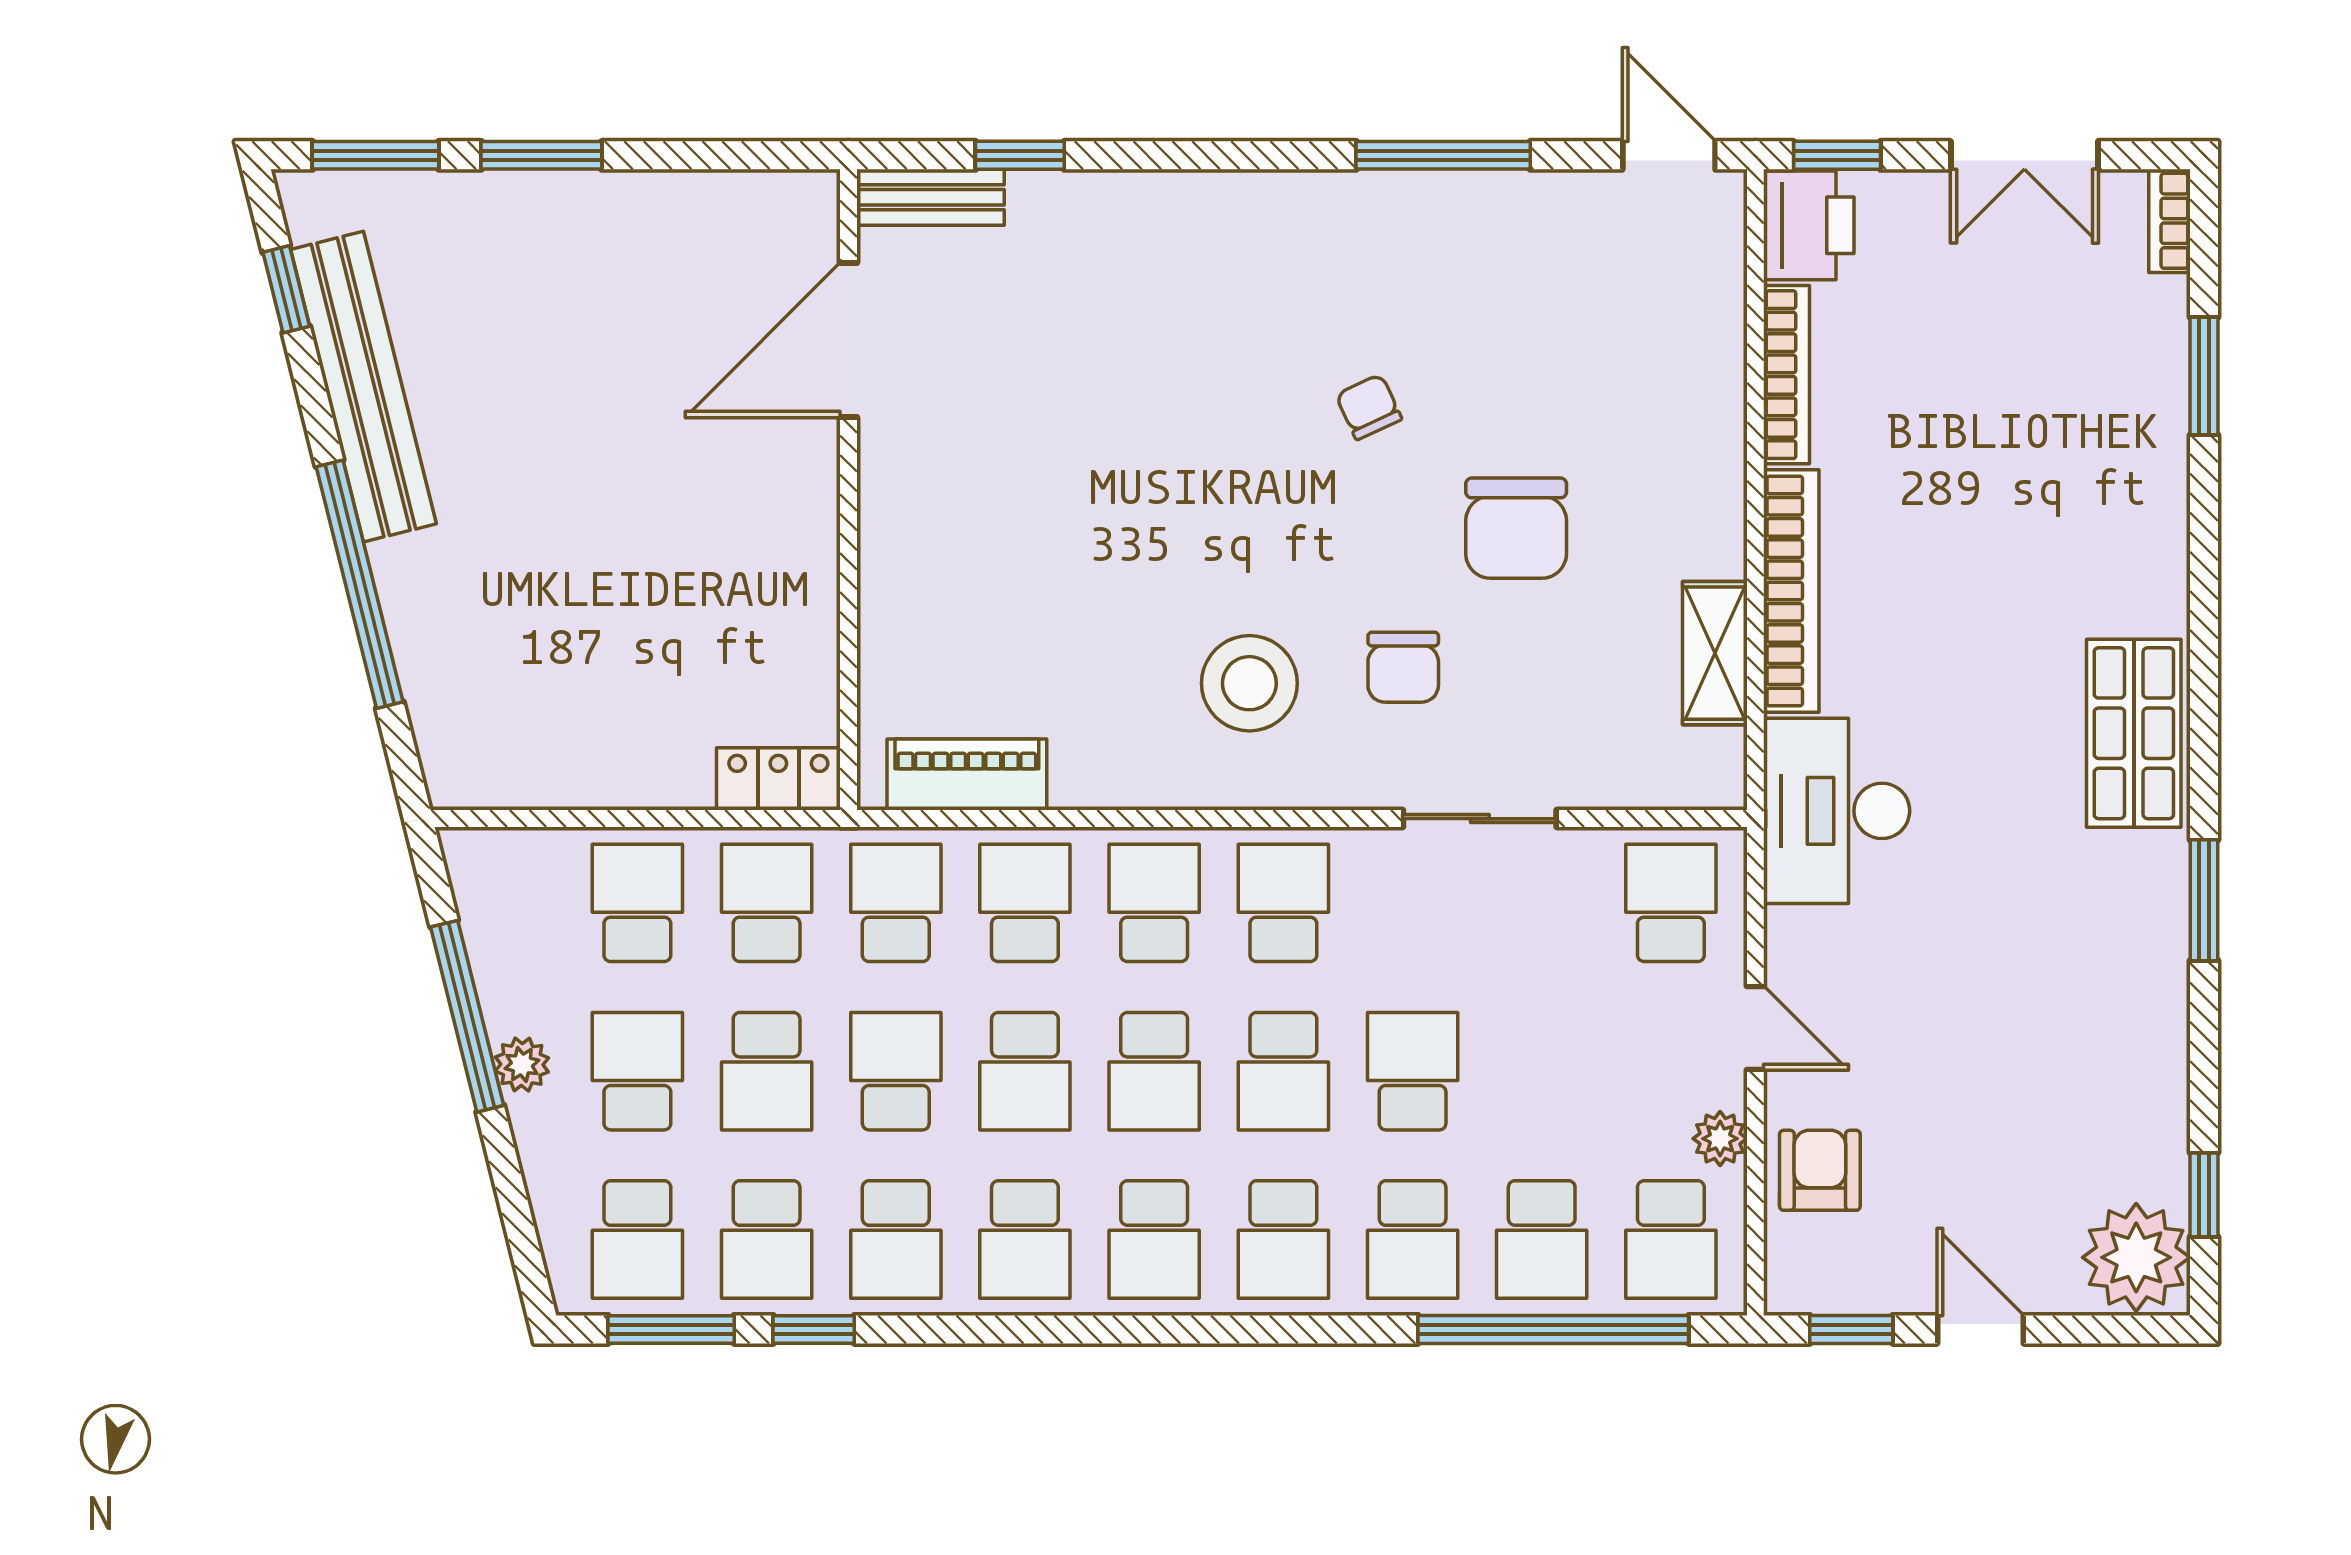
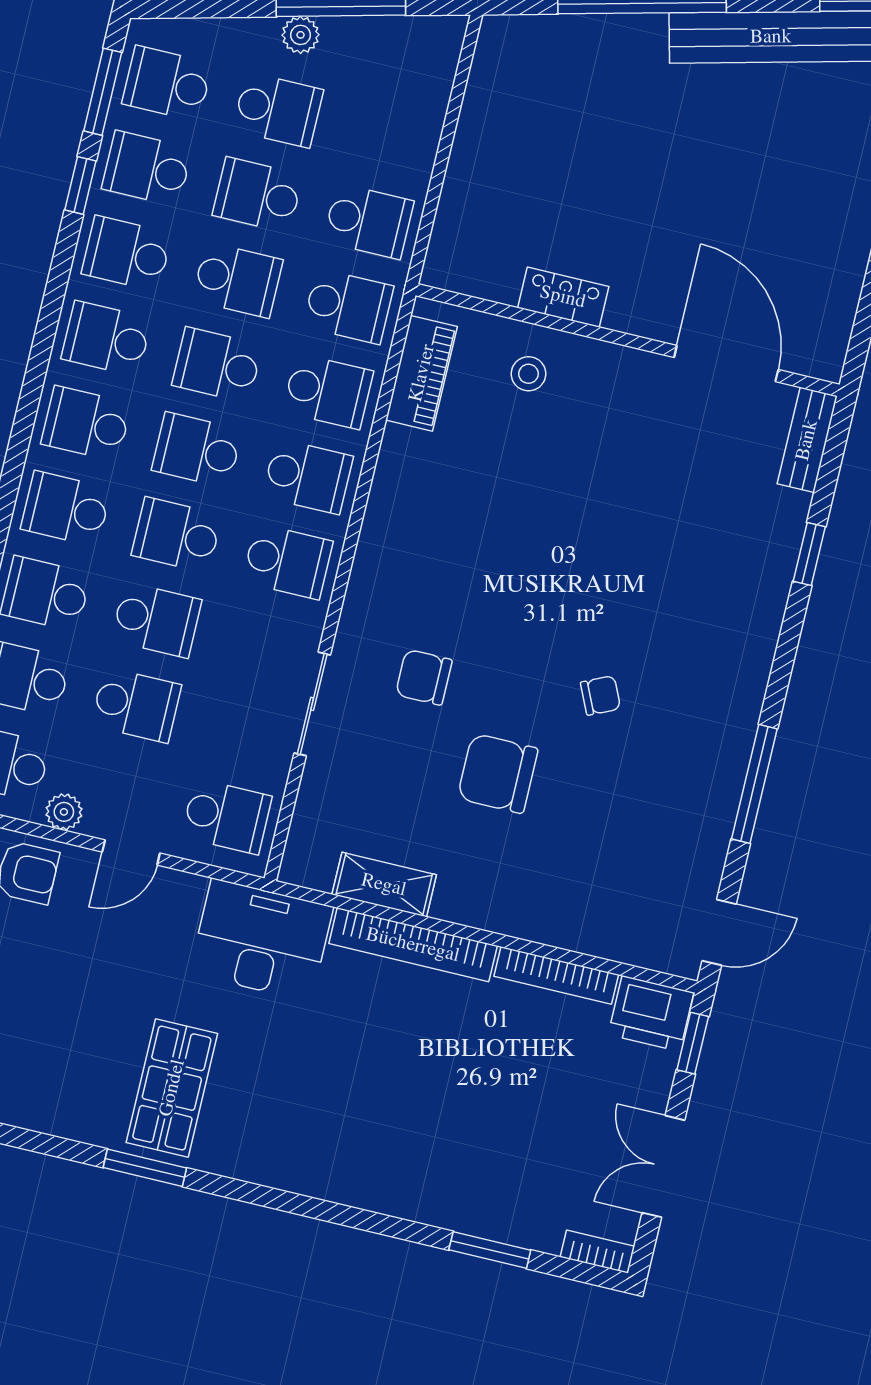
window: (1020, 155) -> (809, 554), moved
stool: (1249, 683) -> (528, 374), moved, width x0.53, depth x0.53
shop shelf: (2134, 733) -> (172, 1088), moved, turned 90
locker: (778, 779) -> (563, 297), moved, turned -90
school desk: (637, 903) -> (136, 705), moved

